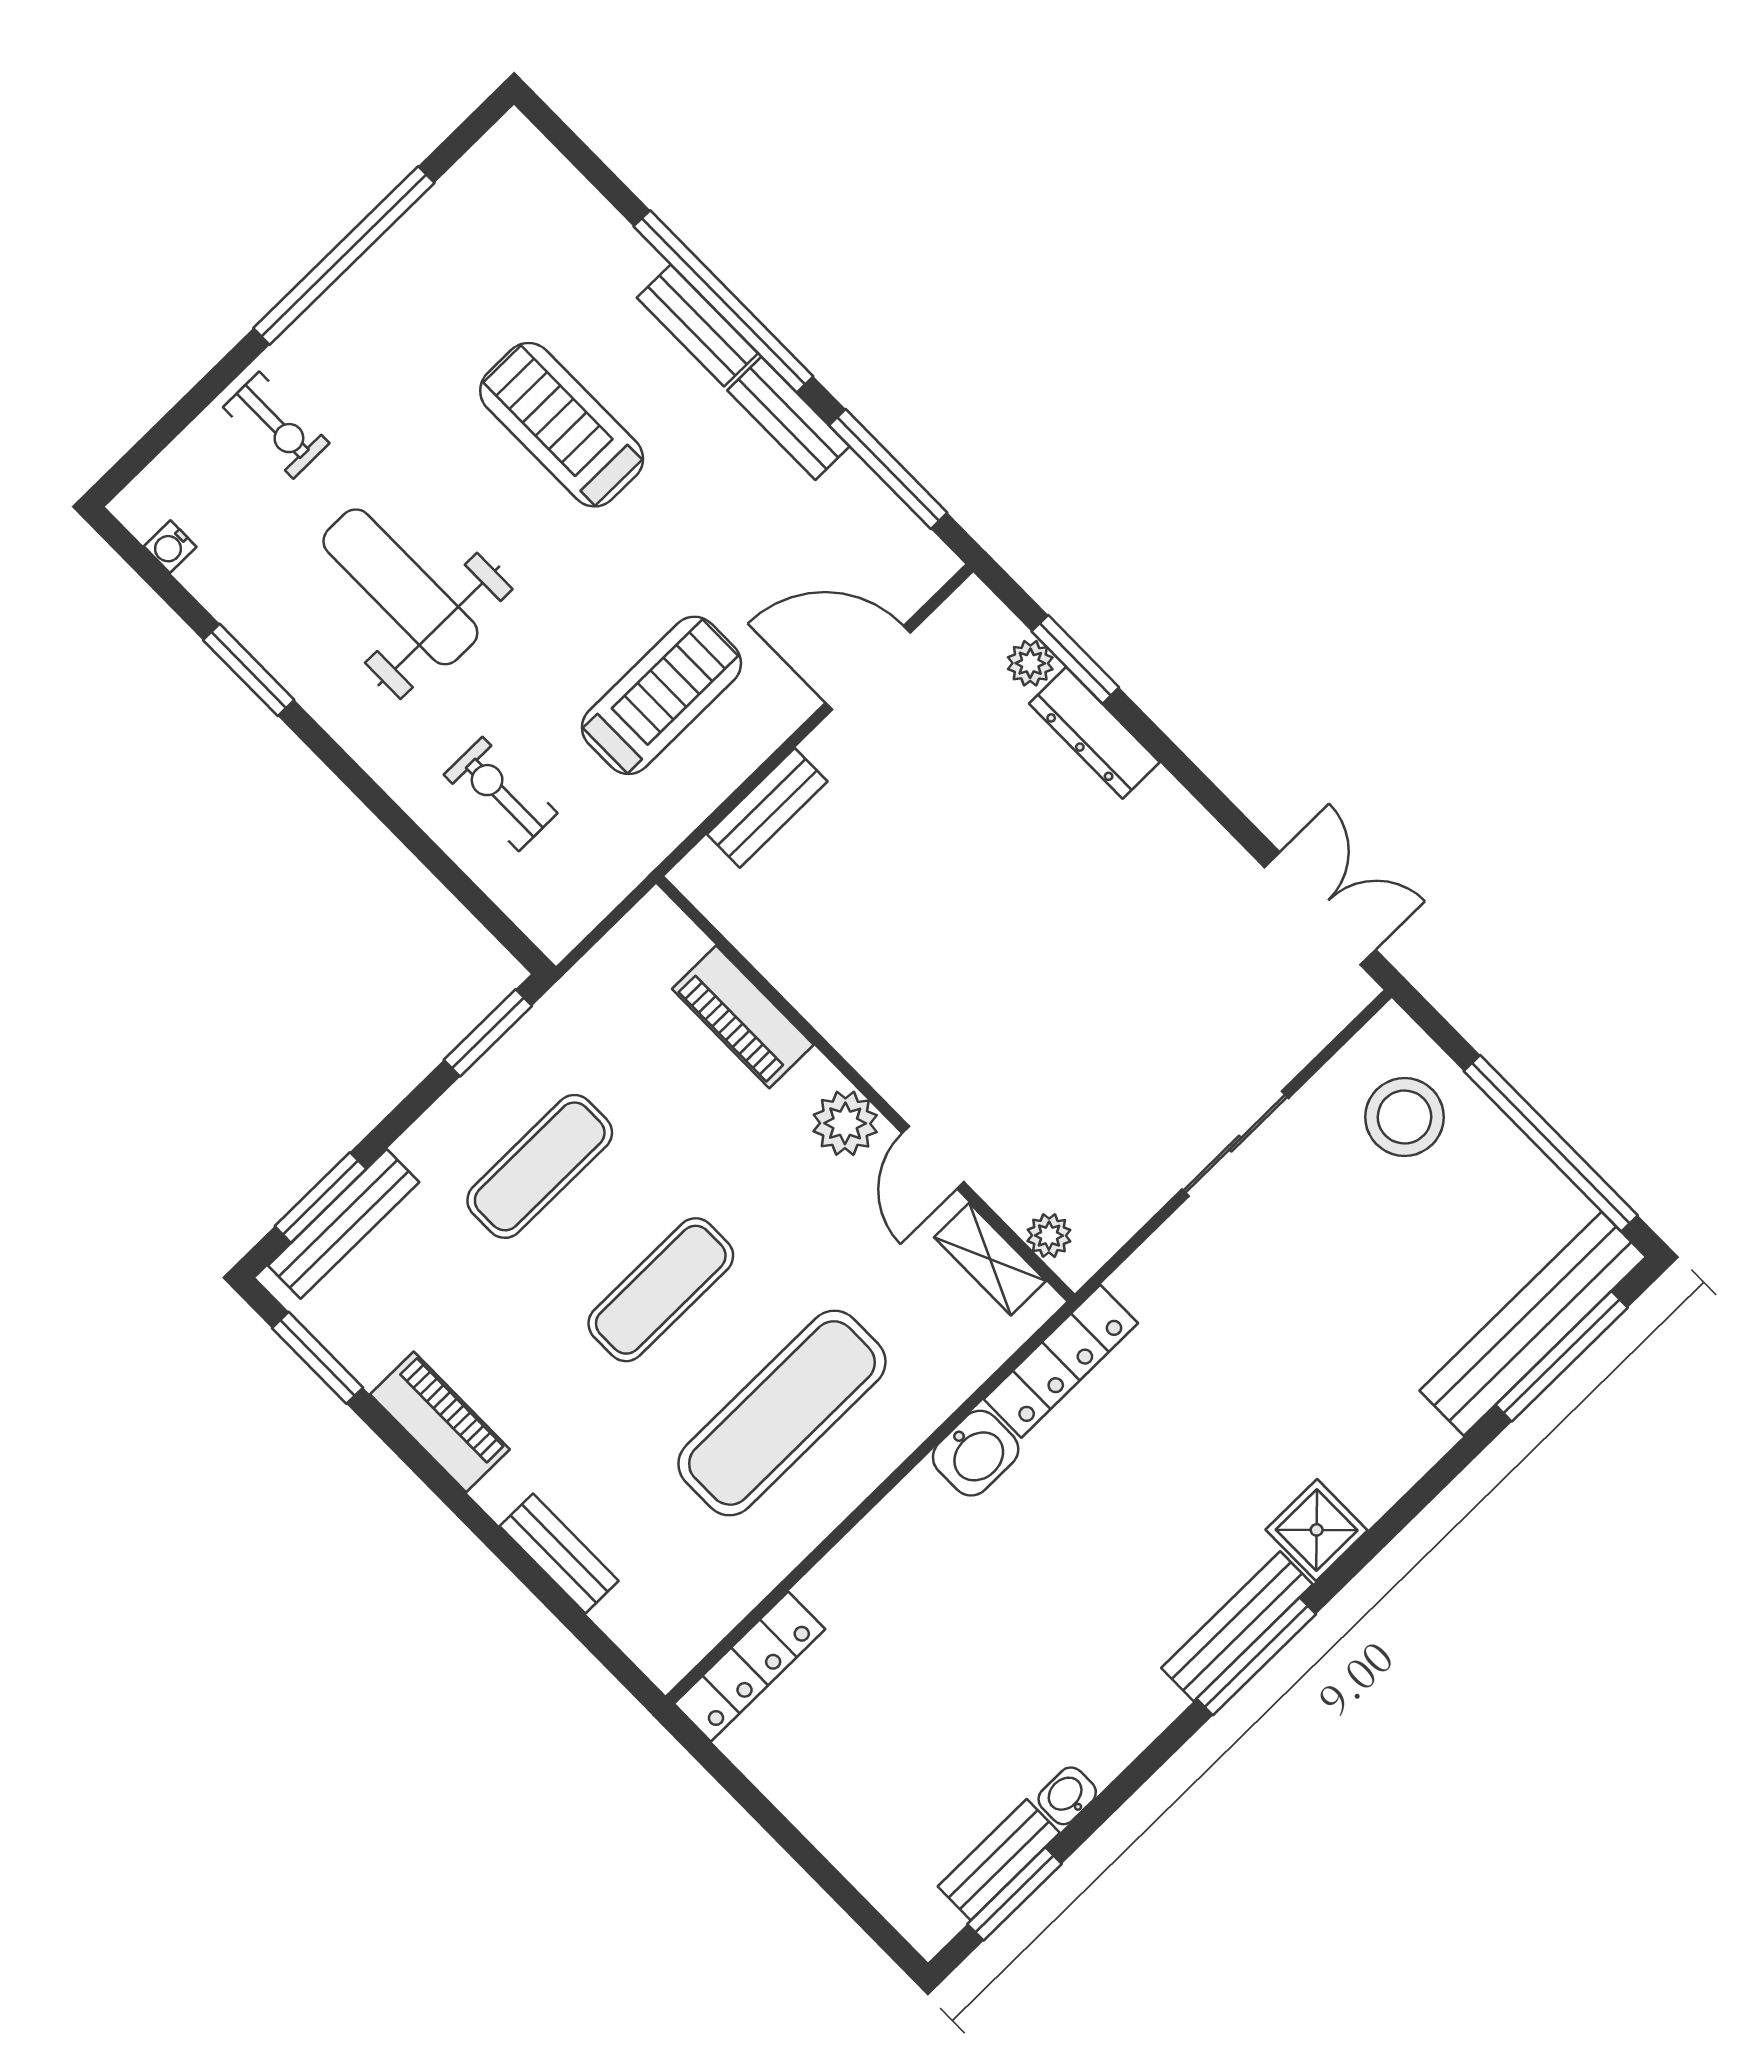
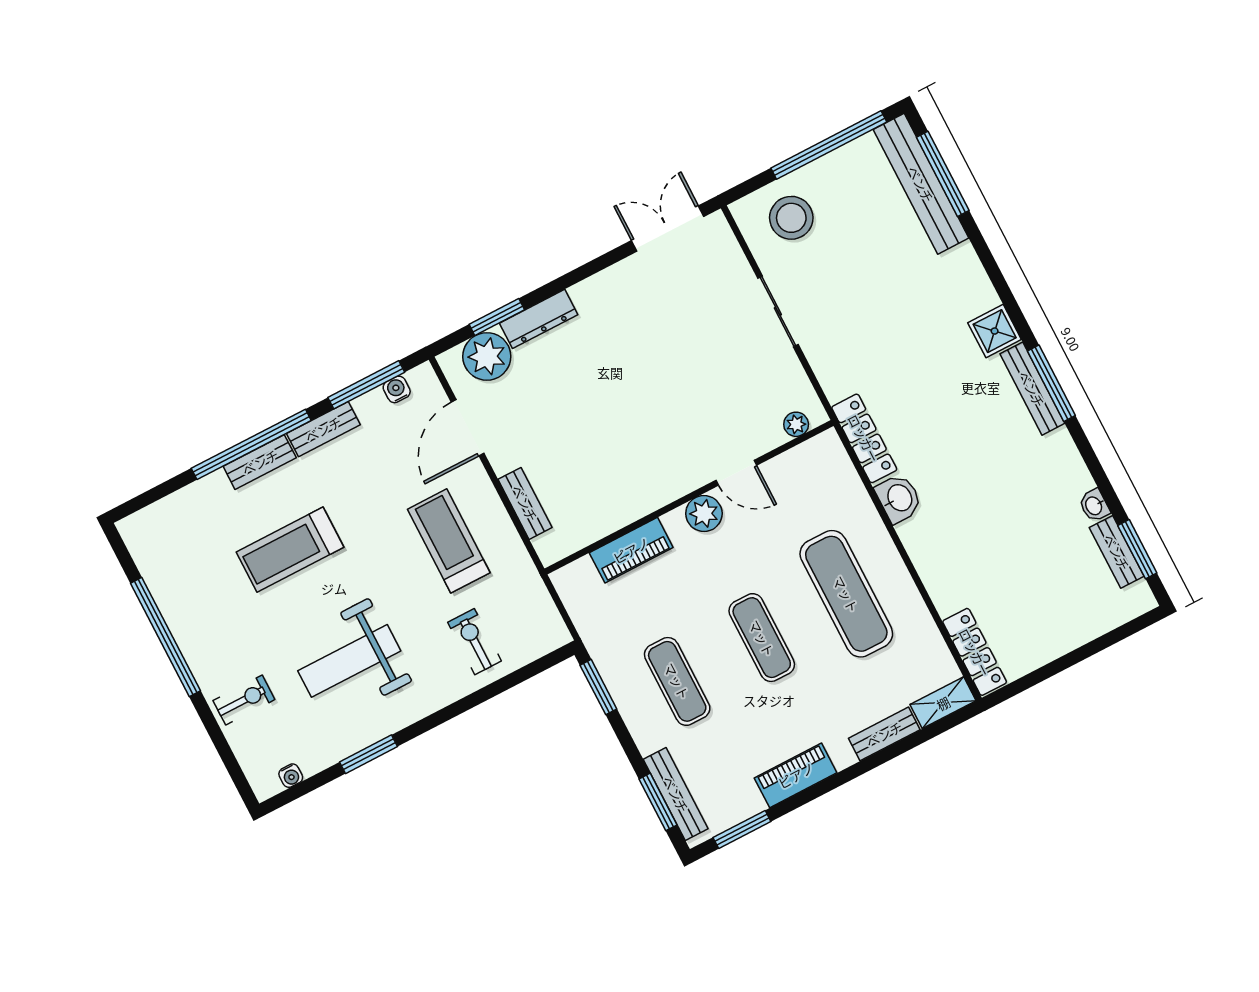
water cooler: (896, 524) -> (397, 389), added
plant: (1030, 663) -> (487, 356), width x1.88, depth x1.88
exercise bike: (501, 794) -> (475, 642), turned 90
shelving: (990, 1259) -> (943, 703), moved

